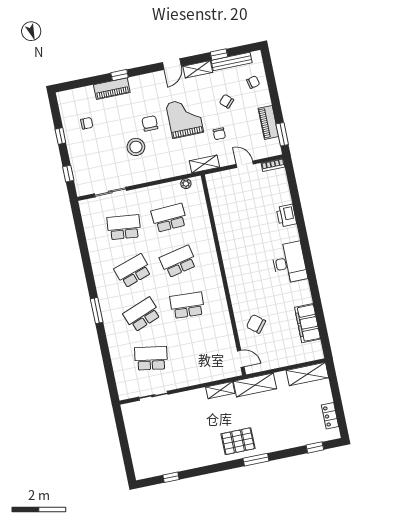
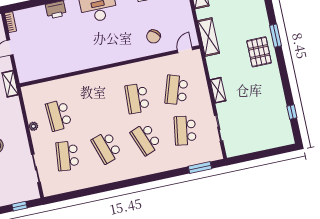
plant: (186, 184) -> (33, 126), moved
school desk: (178, 262) -> (176, 90), moved, turned 30
window: (97, 311) -> (200, 168), moved
shelving: (220, 390) -> (218, 90), moved

